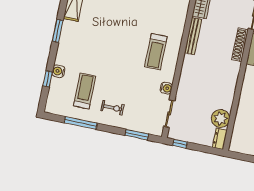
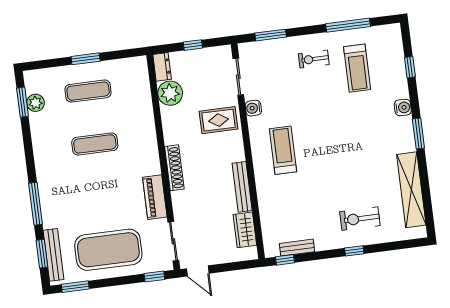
shoe rack: (240, 45) -> (174, 168), moved
water cooler: (58, 71) -> (403, 108), moved
rug: (193, 88) -> (219, 120), added
window: (180, 144) -> (193, 45), moved

